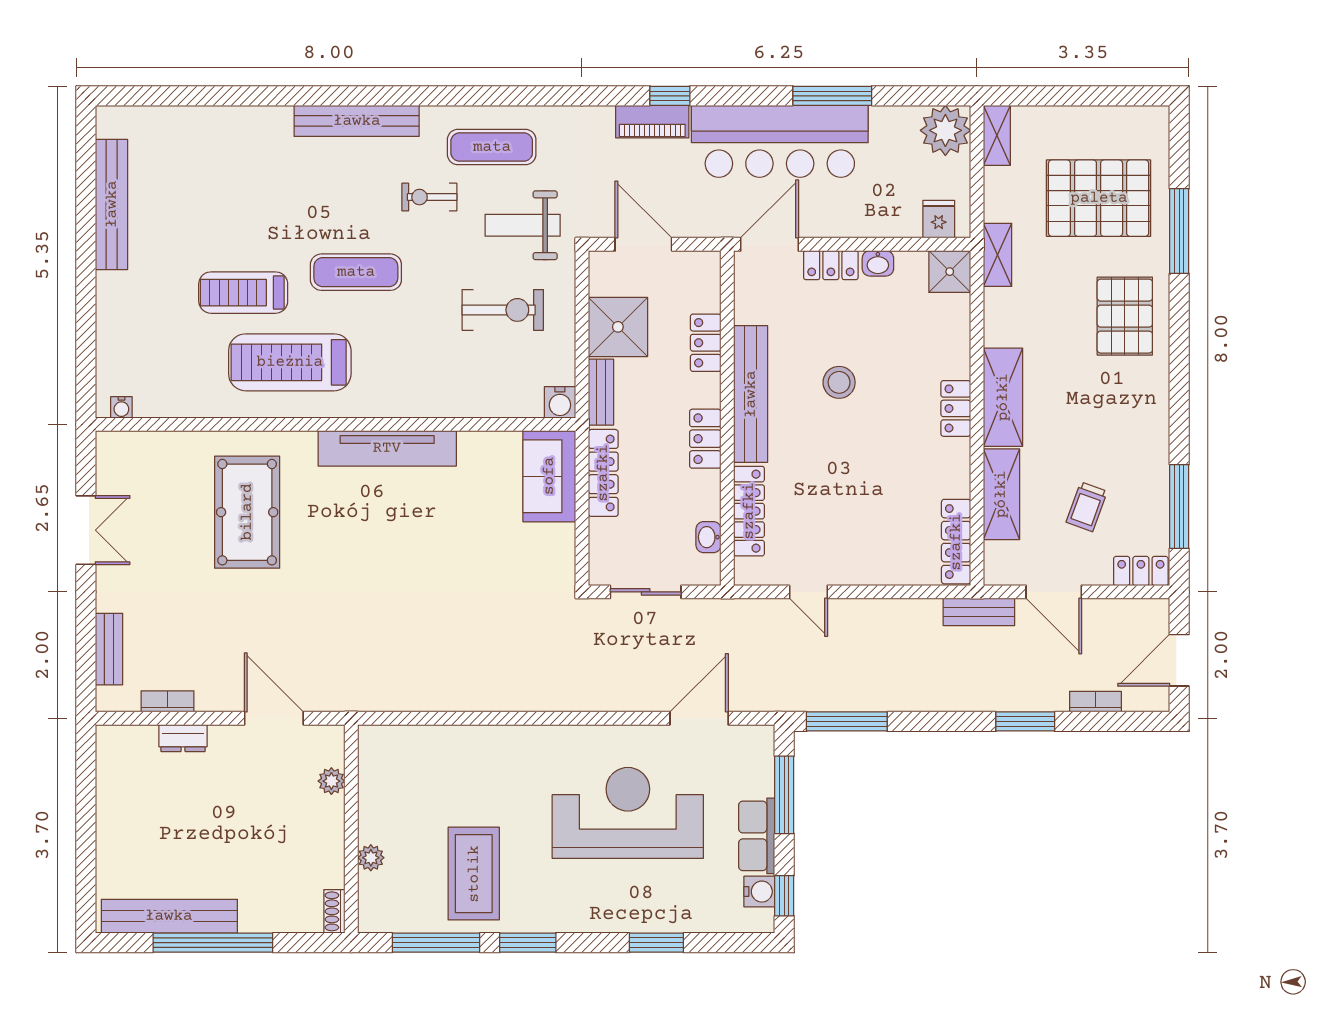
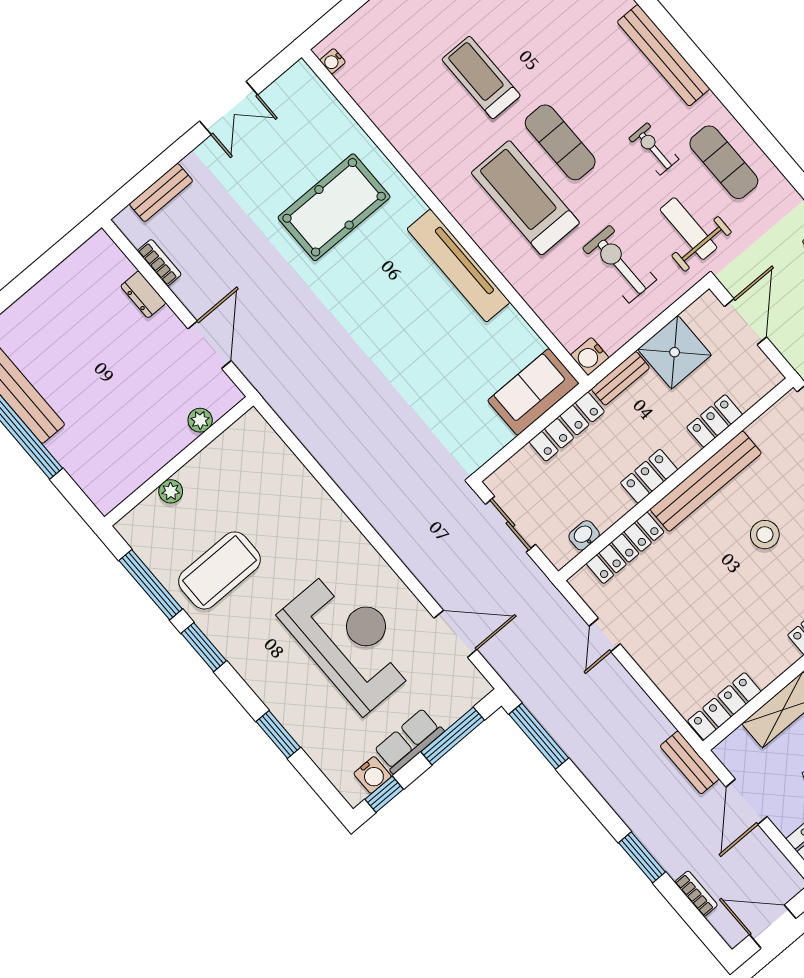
exercise bike: (503, 310) -> (619, 264), turned 180
treadmill: (290, 362) -> (525, 198), moved
shoe rack: (334, 911) -> (113, 498), removed

